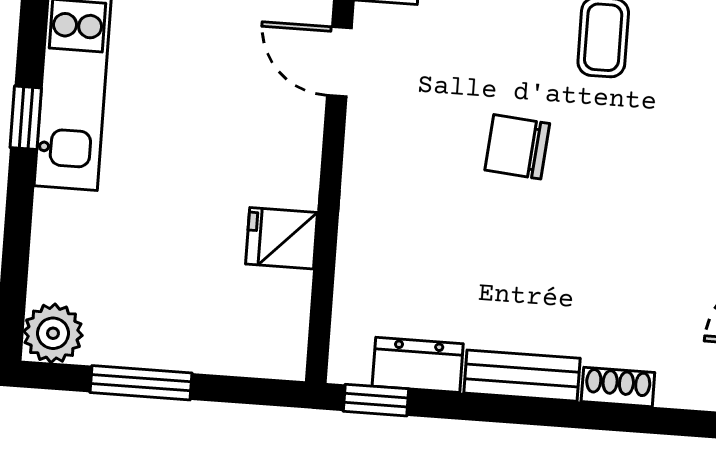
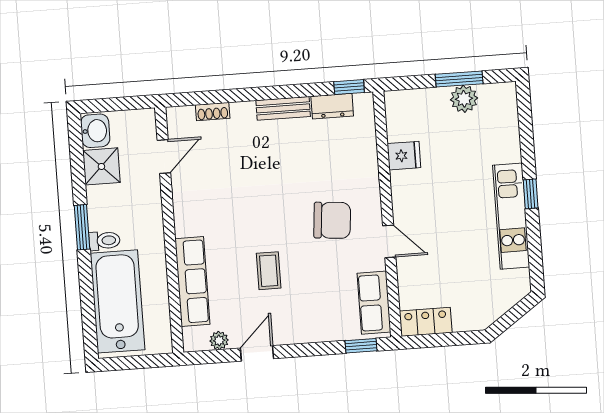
chair: (517, 147) -> (332, 220), moved, width x1.37, depth x1.37
plant: (53, 333) -> (464, 99), moved
shoe rack: (618, 387) -> (213, 112), moved

